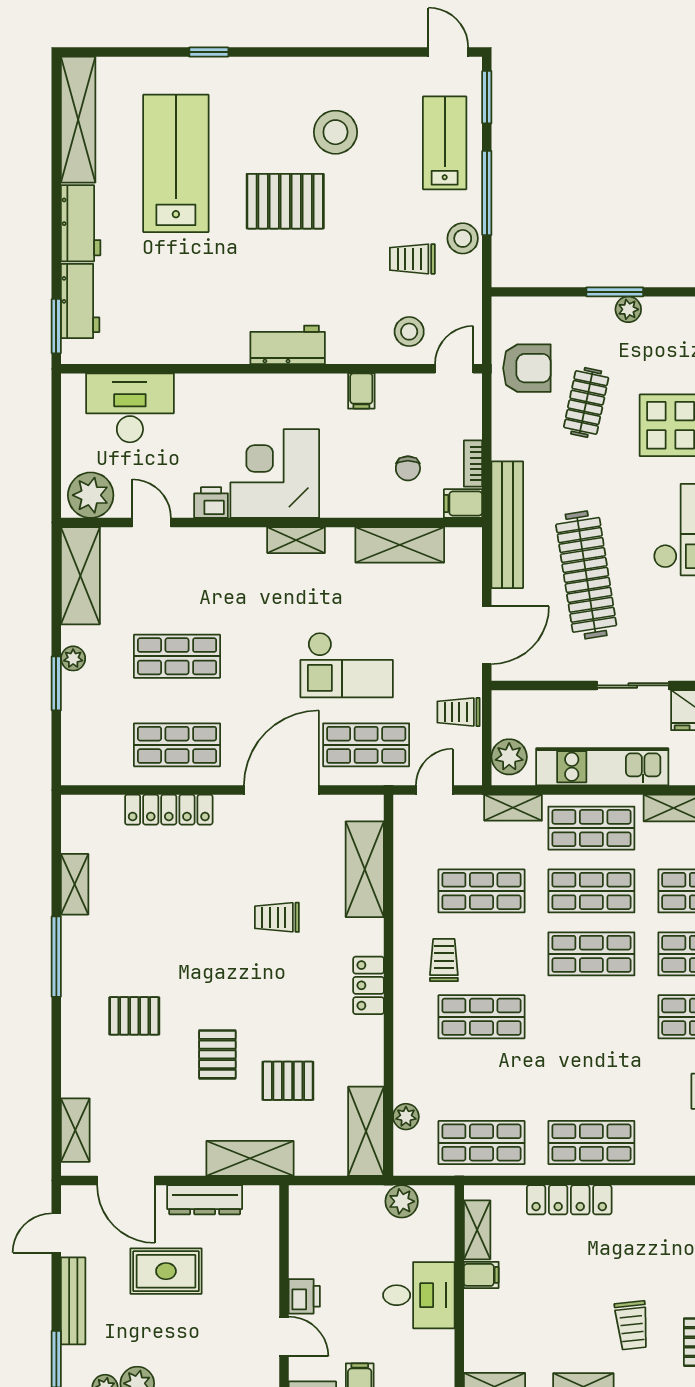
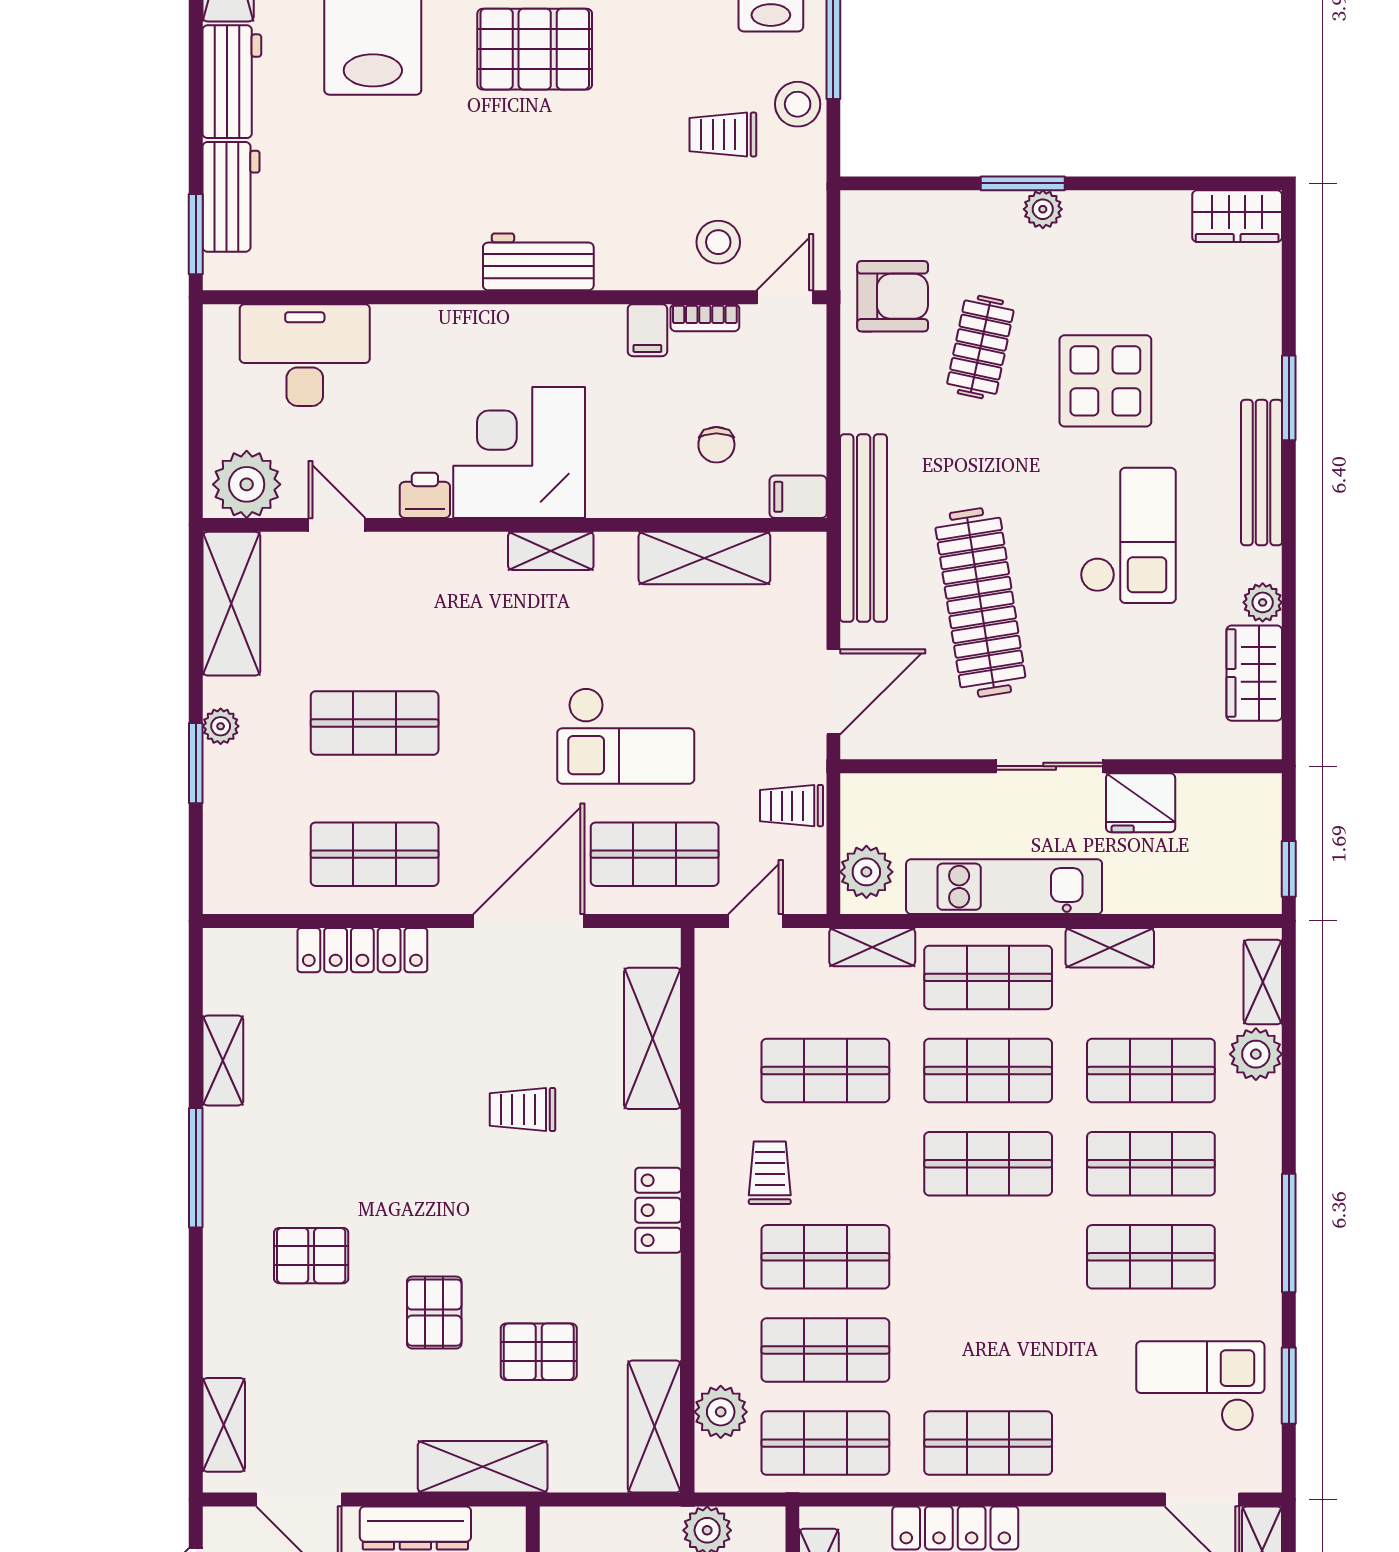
bookcase: (473, 464) -> (705, 318), moved, turned -90
shop shelf: (481, 1080) -> (825, 1350), added
plant: (406, 1117) -> (721, 1412), width x1.38, depth x1.38

